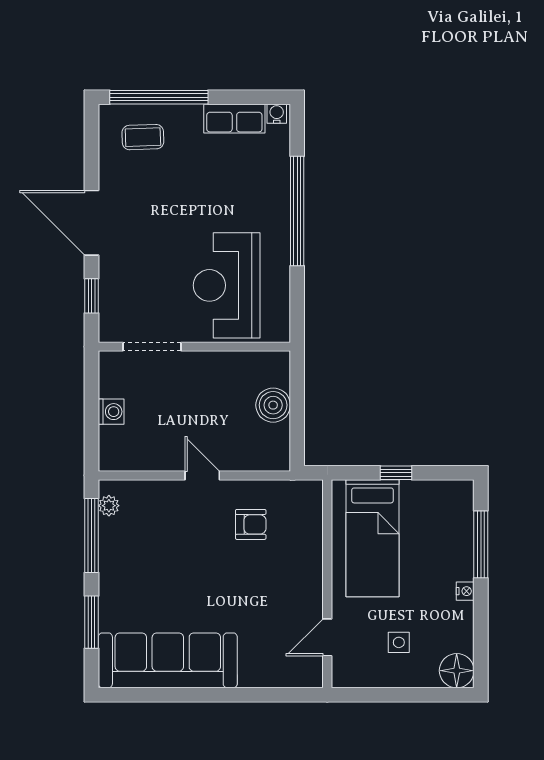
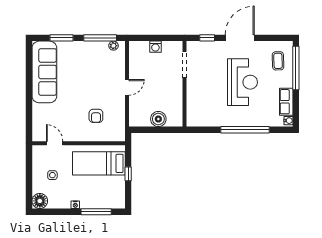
reception desk: (227, 285) -> (243, 82), moved, turned 90
armchair: (251, 524) -> (96, 116), moved

